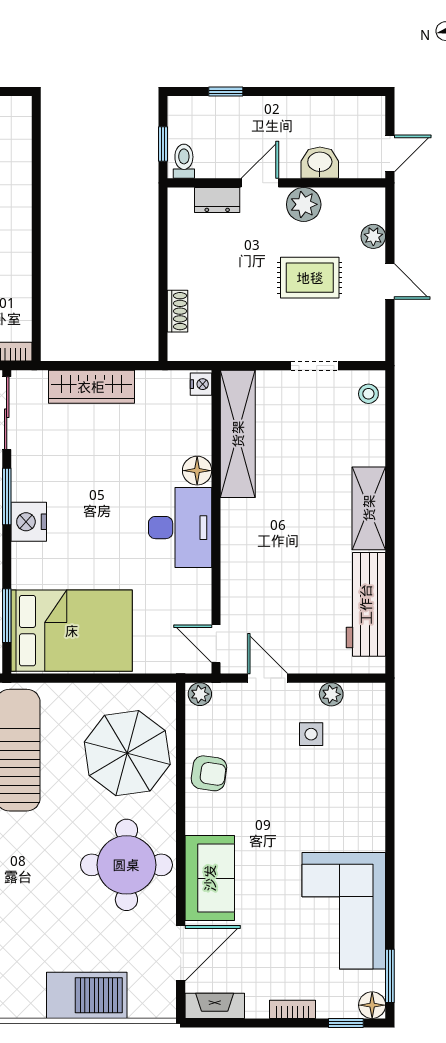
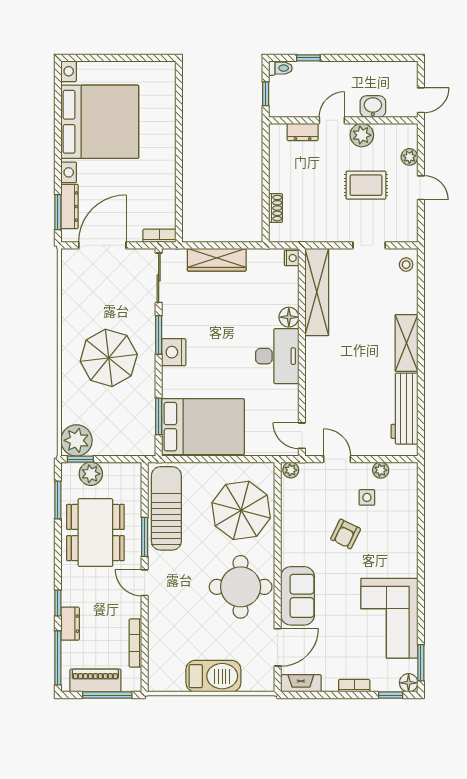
toilet: (184, 161) -> (280, 68), moved, turned 90
armchair: (209, 773) -> (346, 534), moved, turned 108

